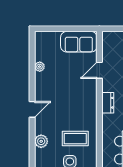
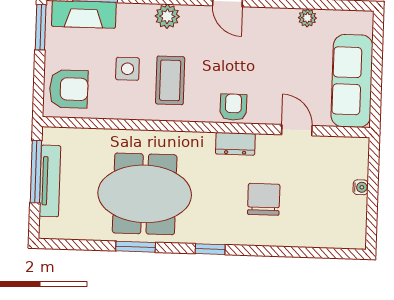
sofa: (79, 42) -> (352, 81), width x1.36
armchair: (88, 104) -> (233, 107), added

